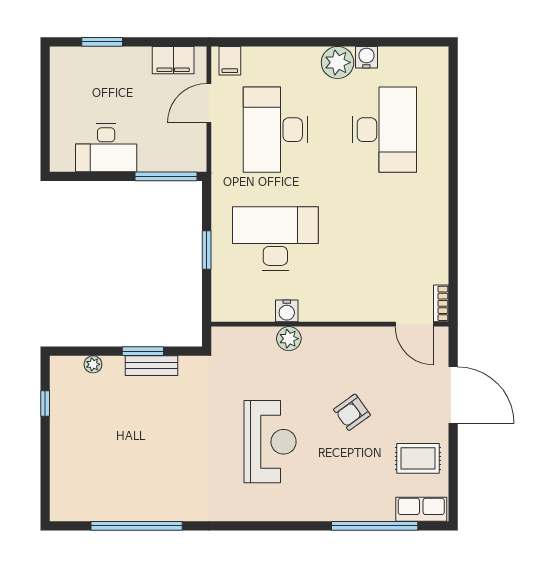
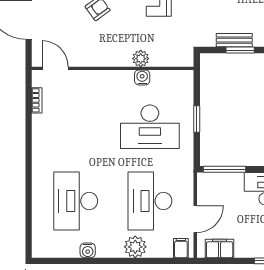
plant: (338, 62) -> (135, 247), moved
desk: (275, 130) -> (150, 201), turned 180
bookcase: (441, 303) -> (37, 100), moved

